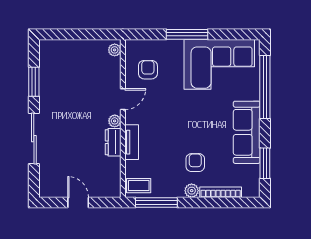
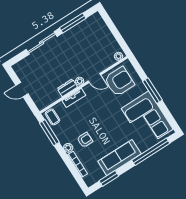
armchair: (148, 70) -> (119, 81), width x1.88, depth x1.88
window: (34, 82) -> (73, 23), width x1.44
door: (78, 203) -> (22, 90), swing flipped

